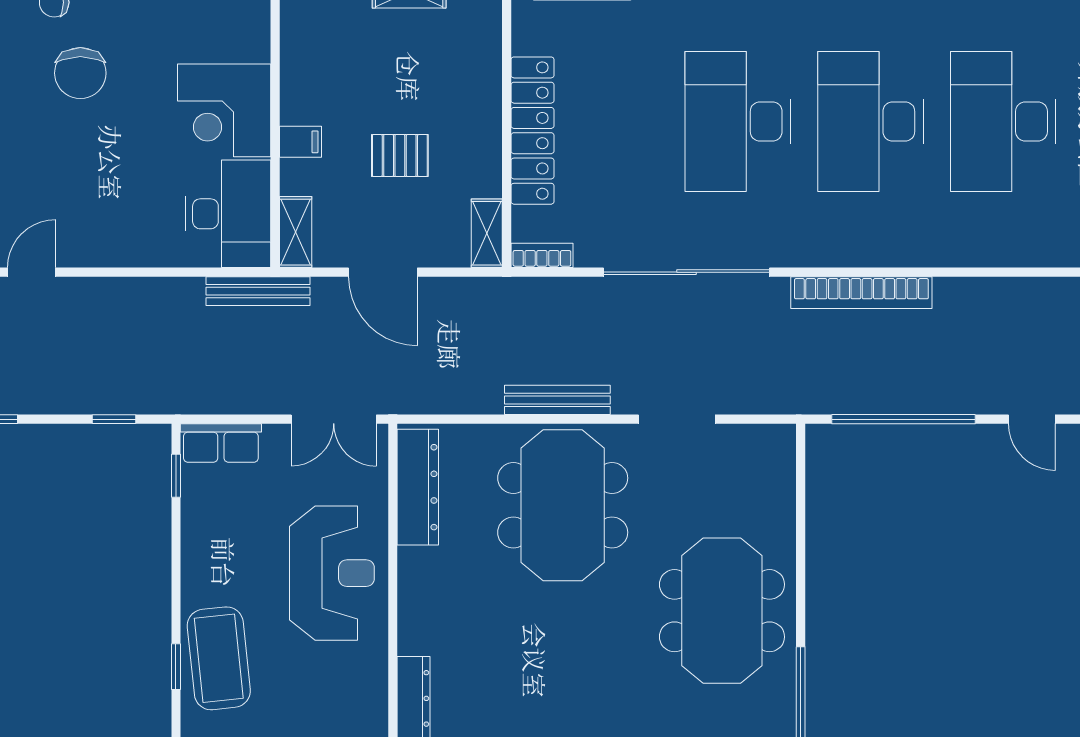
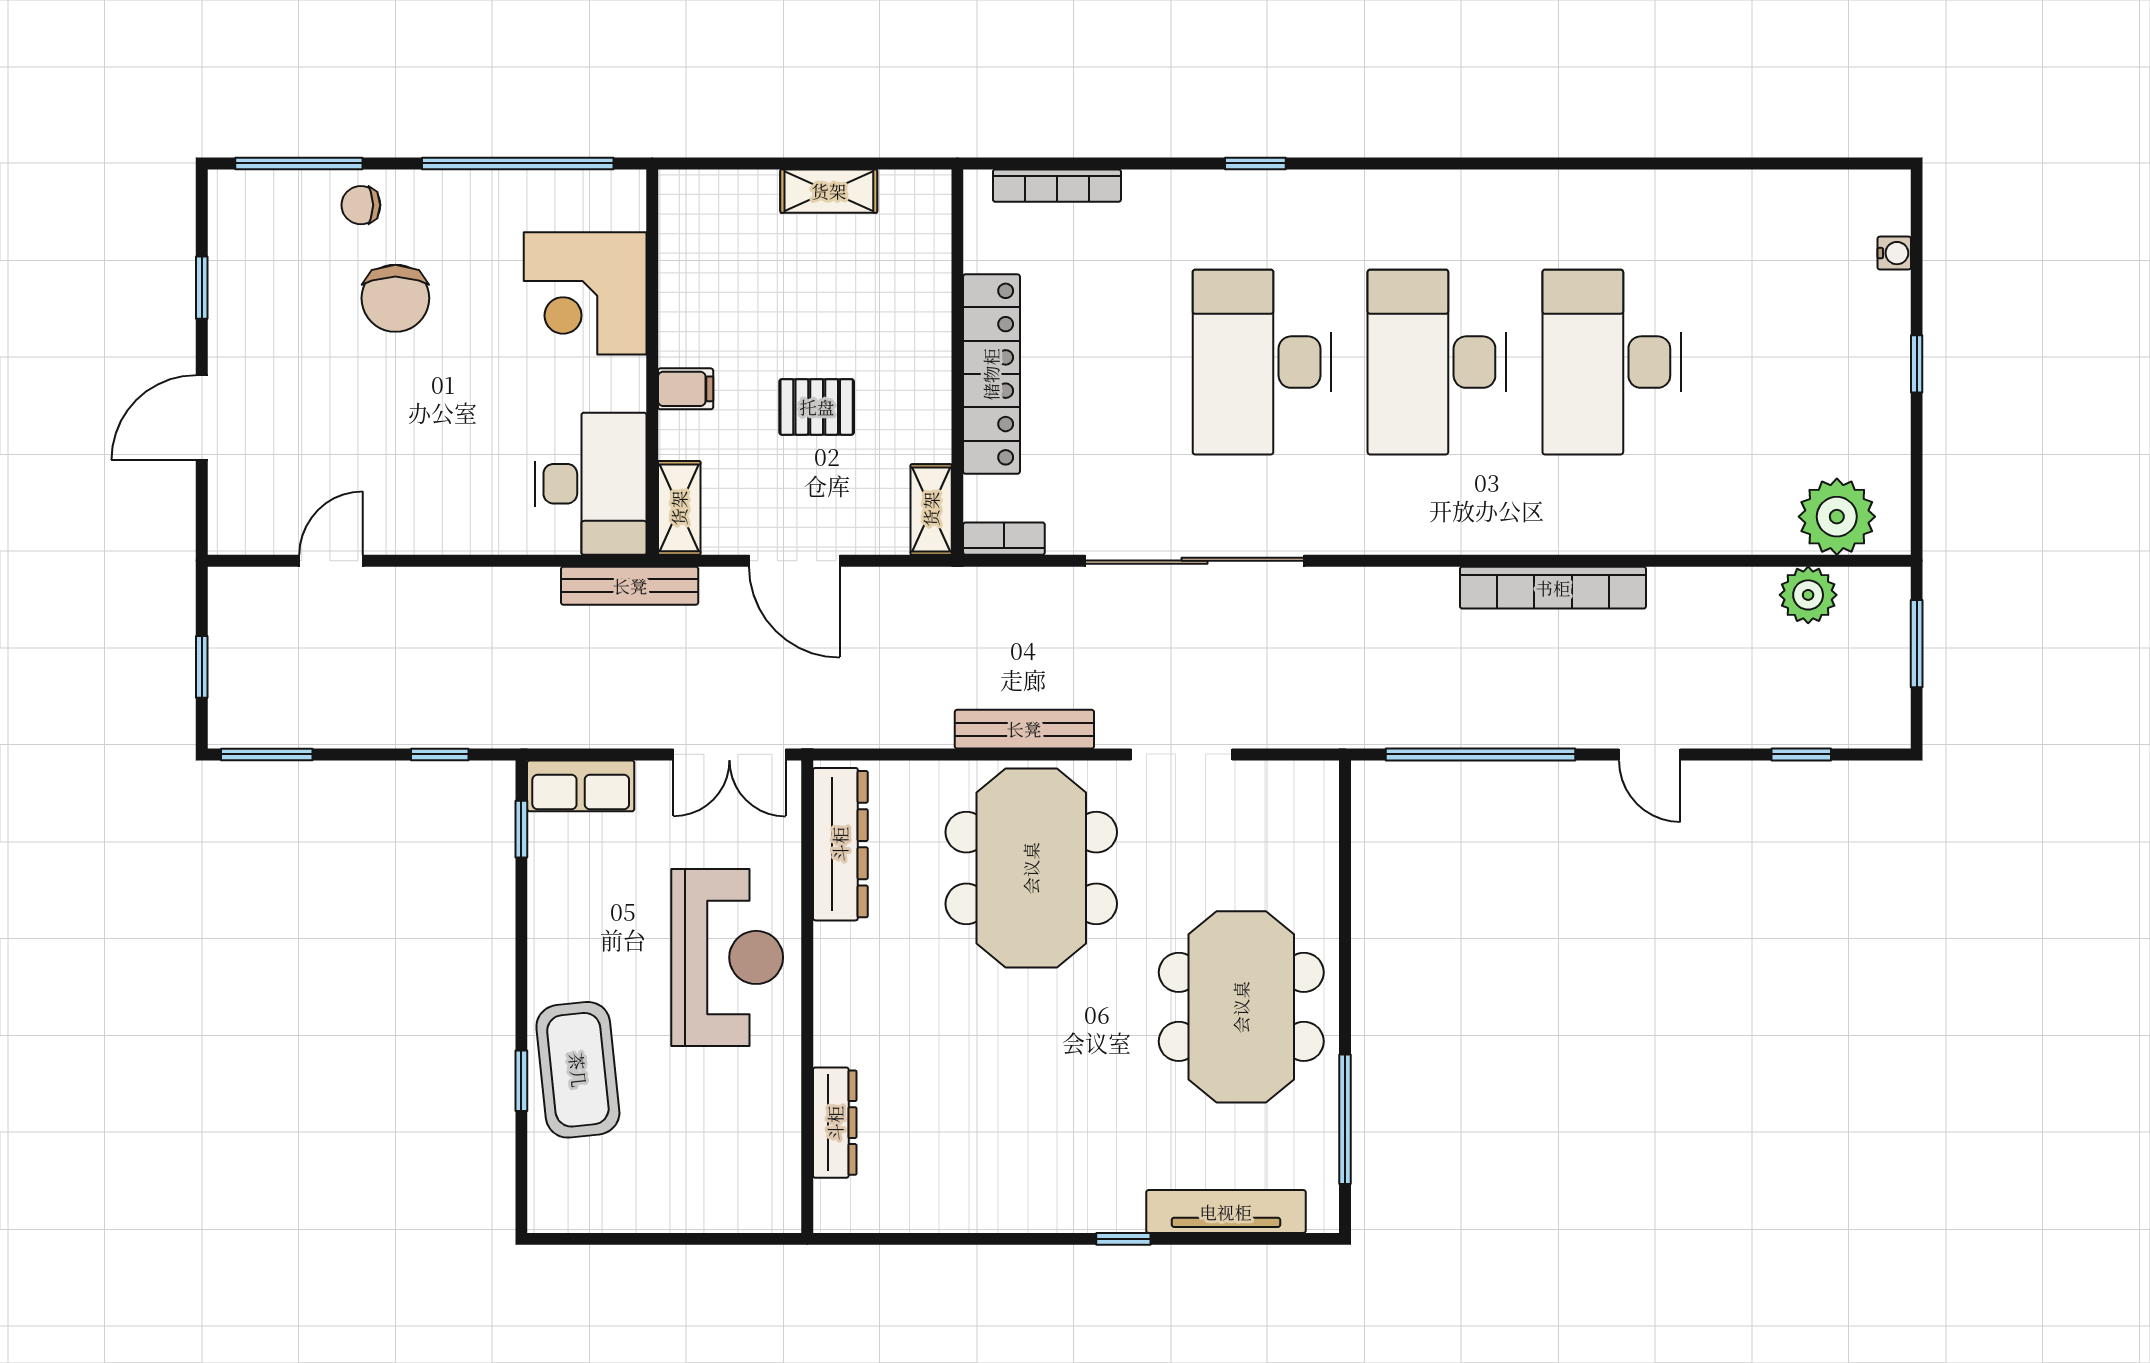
corner desk: (224, 110) -> (585, 293), moved
bookcase: (861, 293) -> (1553, 588), moved

